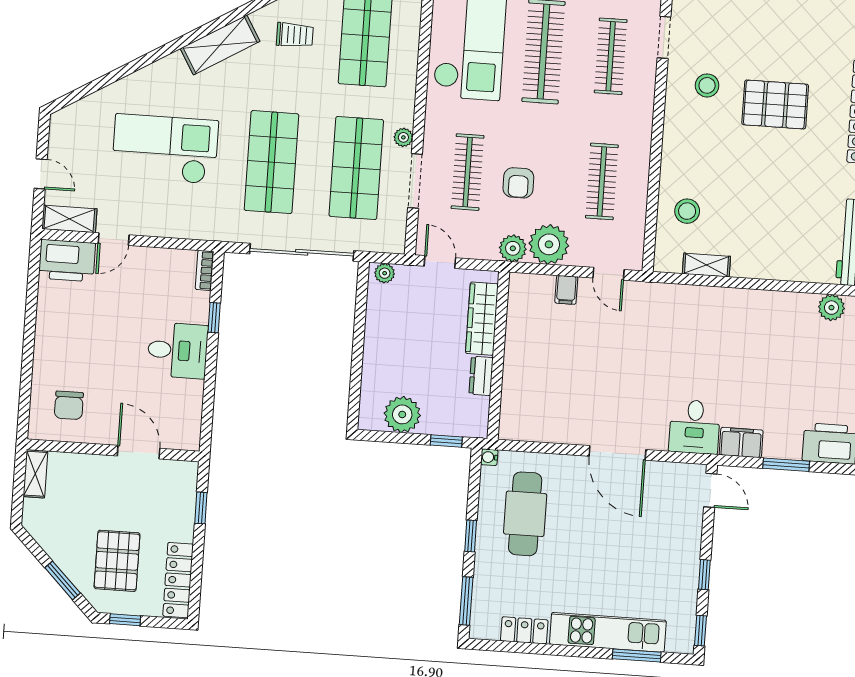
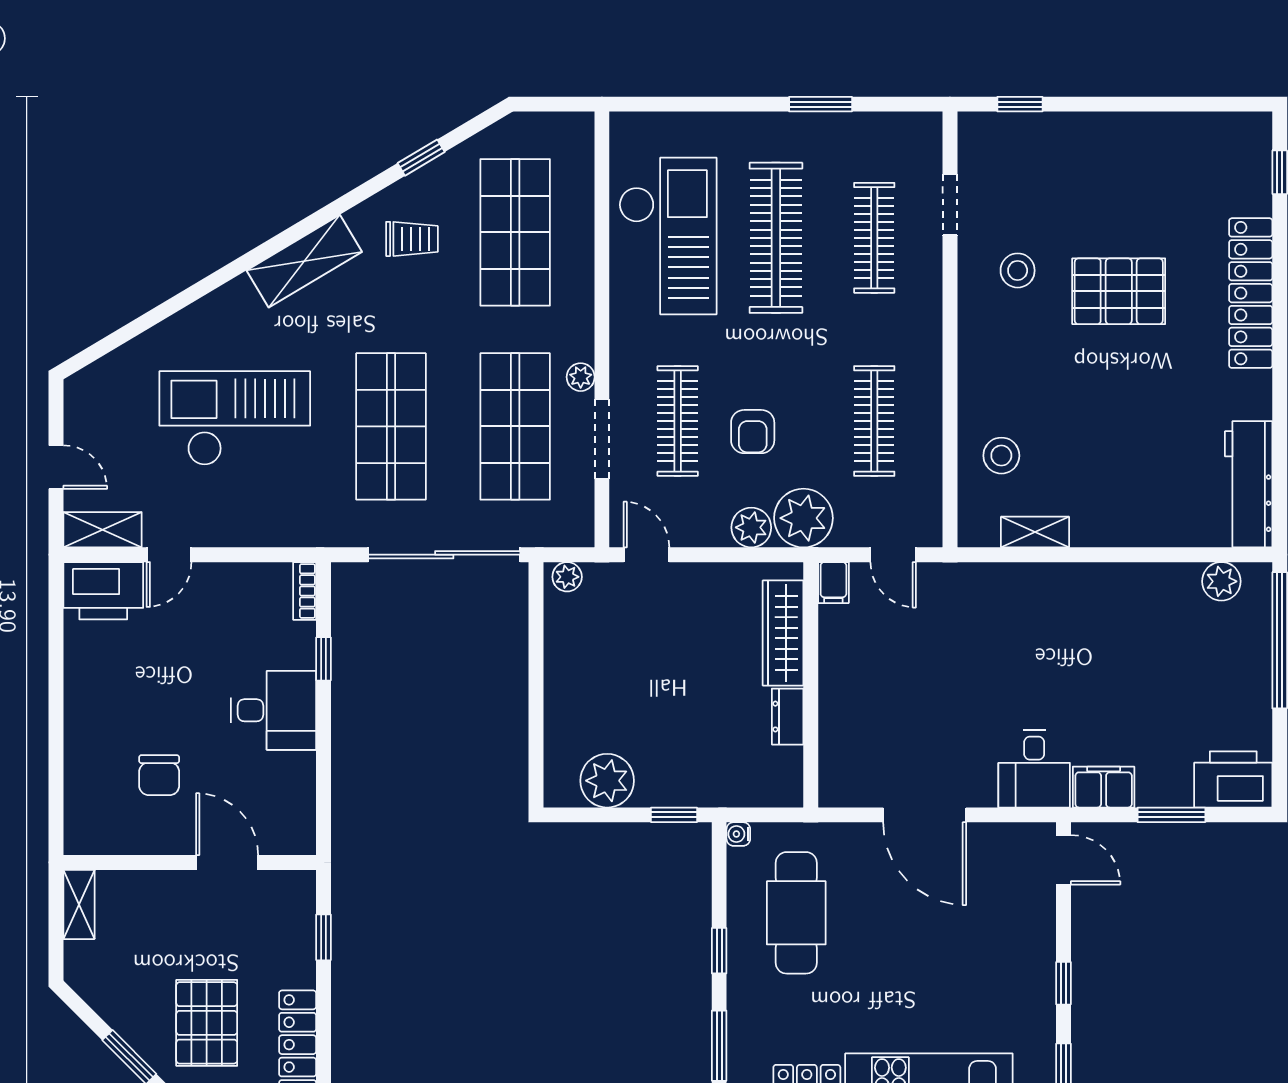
wardrobe: (482, 319) -> (783, 633), moved
wall: (498, 355) -> (811, 685), moved
dresser: (481, 376) -> (788, 717), moved
chair: (69, 405) -> (159, 775), moved

